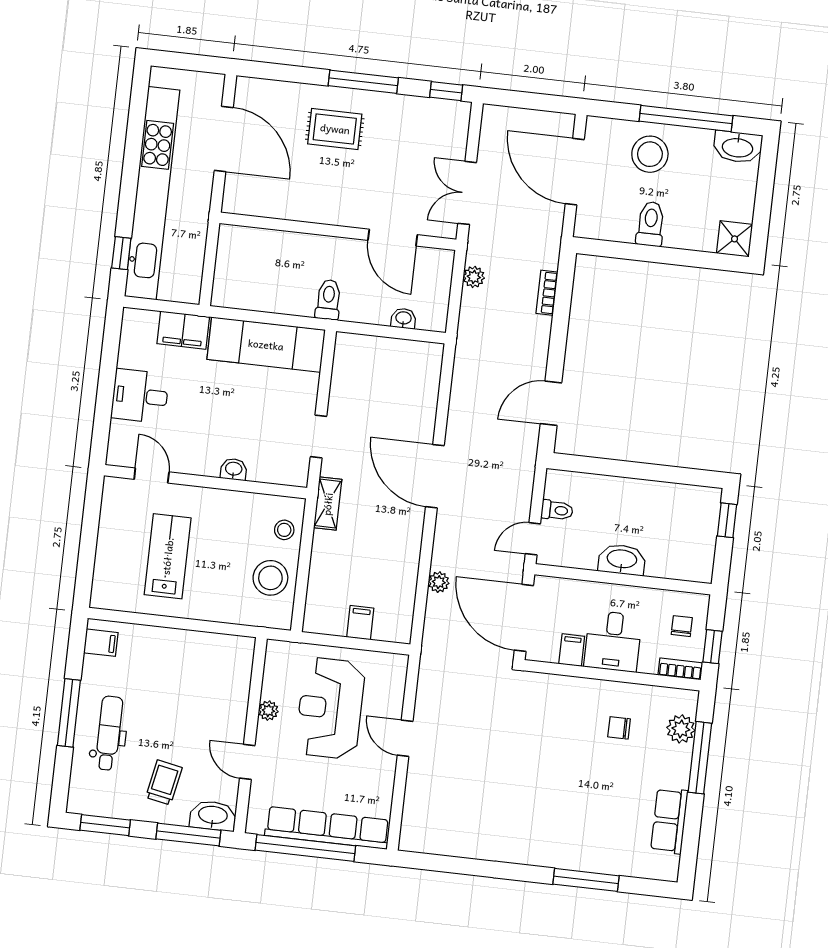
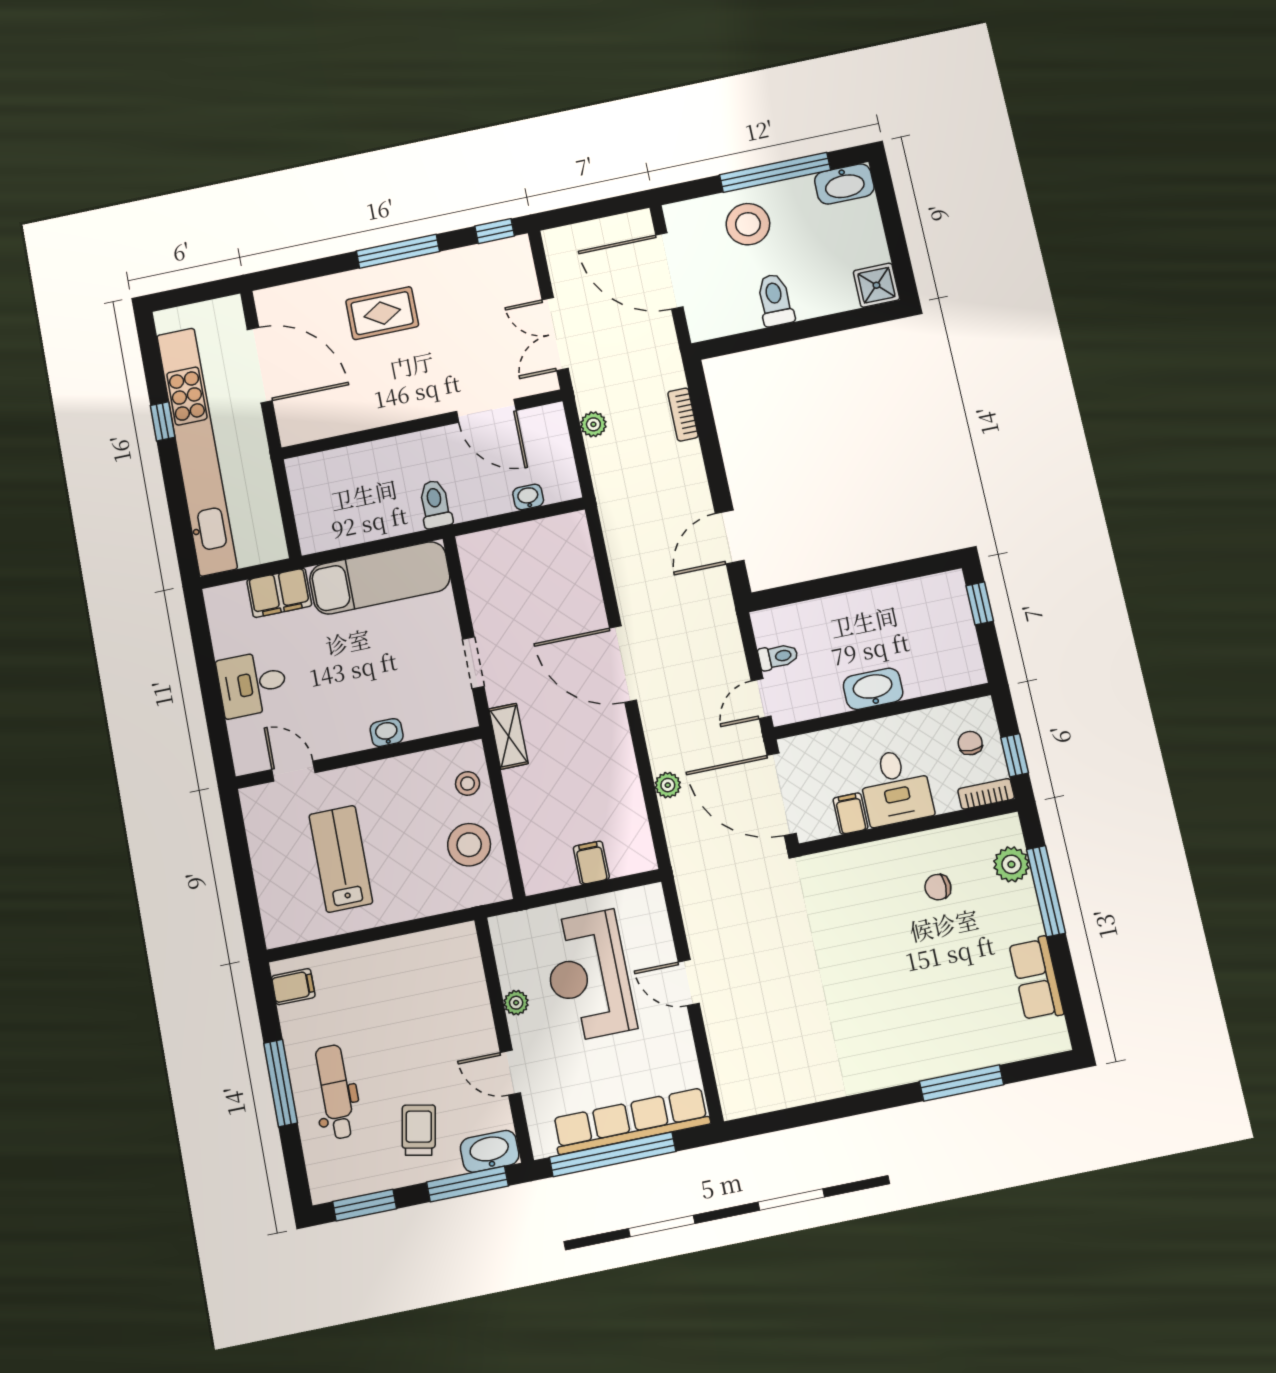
window: (121, 253) -> (163, 421), moved

